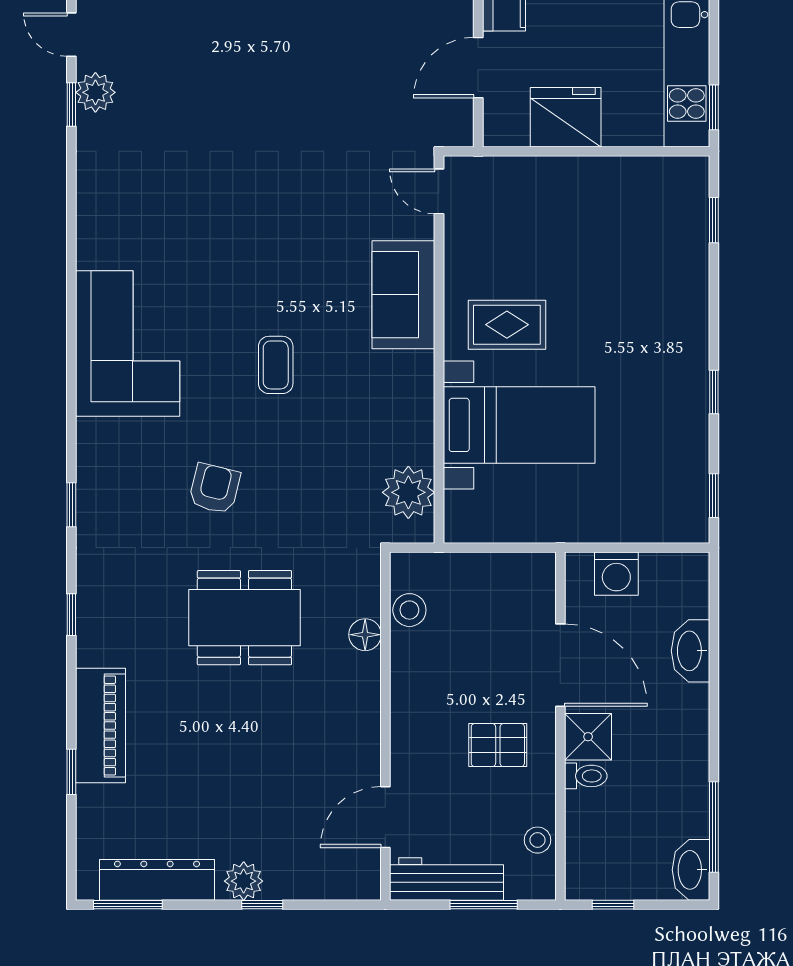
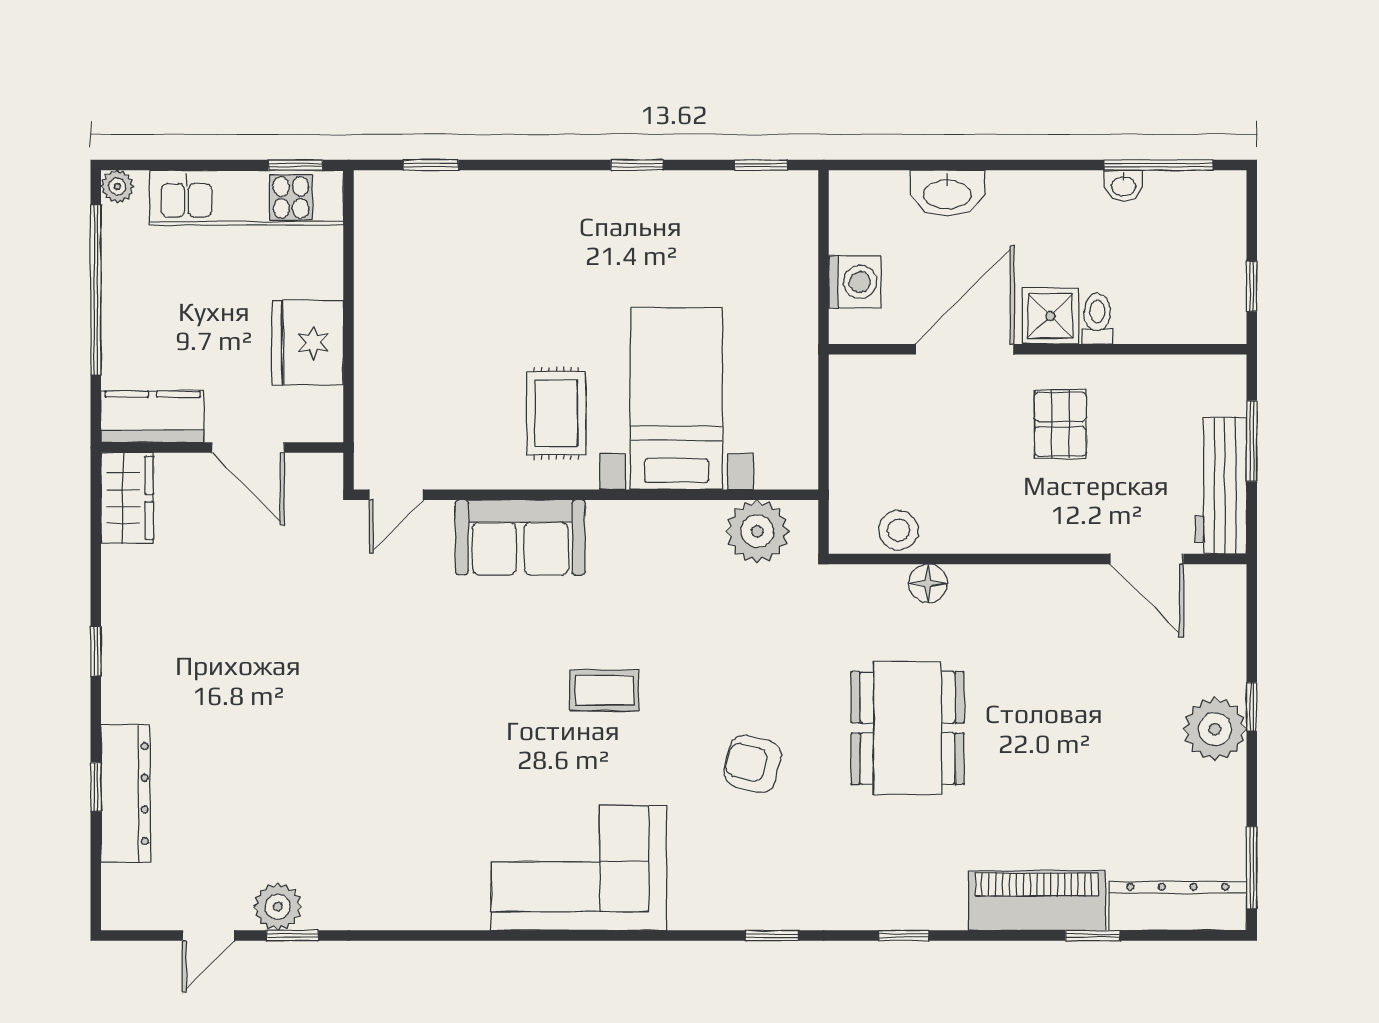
stool: (538, 840) -> (1174, 377), removed
washbasin: (691, 870) -> (1123, 186), moved, width x0.52, depth x0.69
dresser: (157, 880) -> (1178, 906), moved, turned 90
plant: (244, 881) -> (1215, 729), width x1.36, depth x1.36

